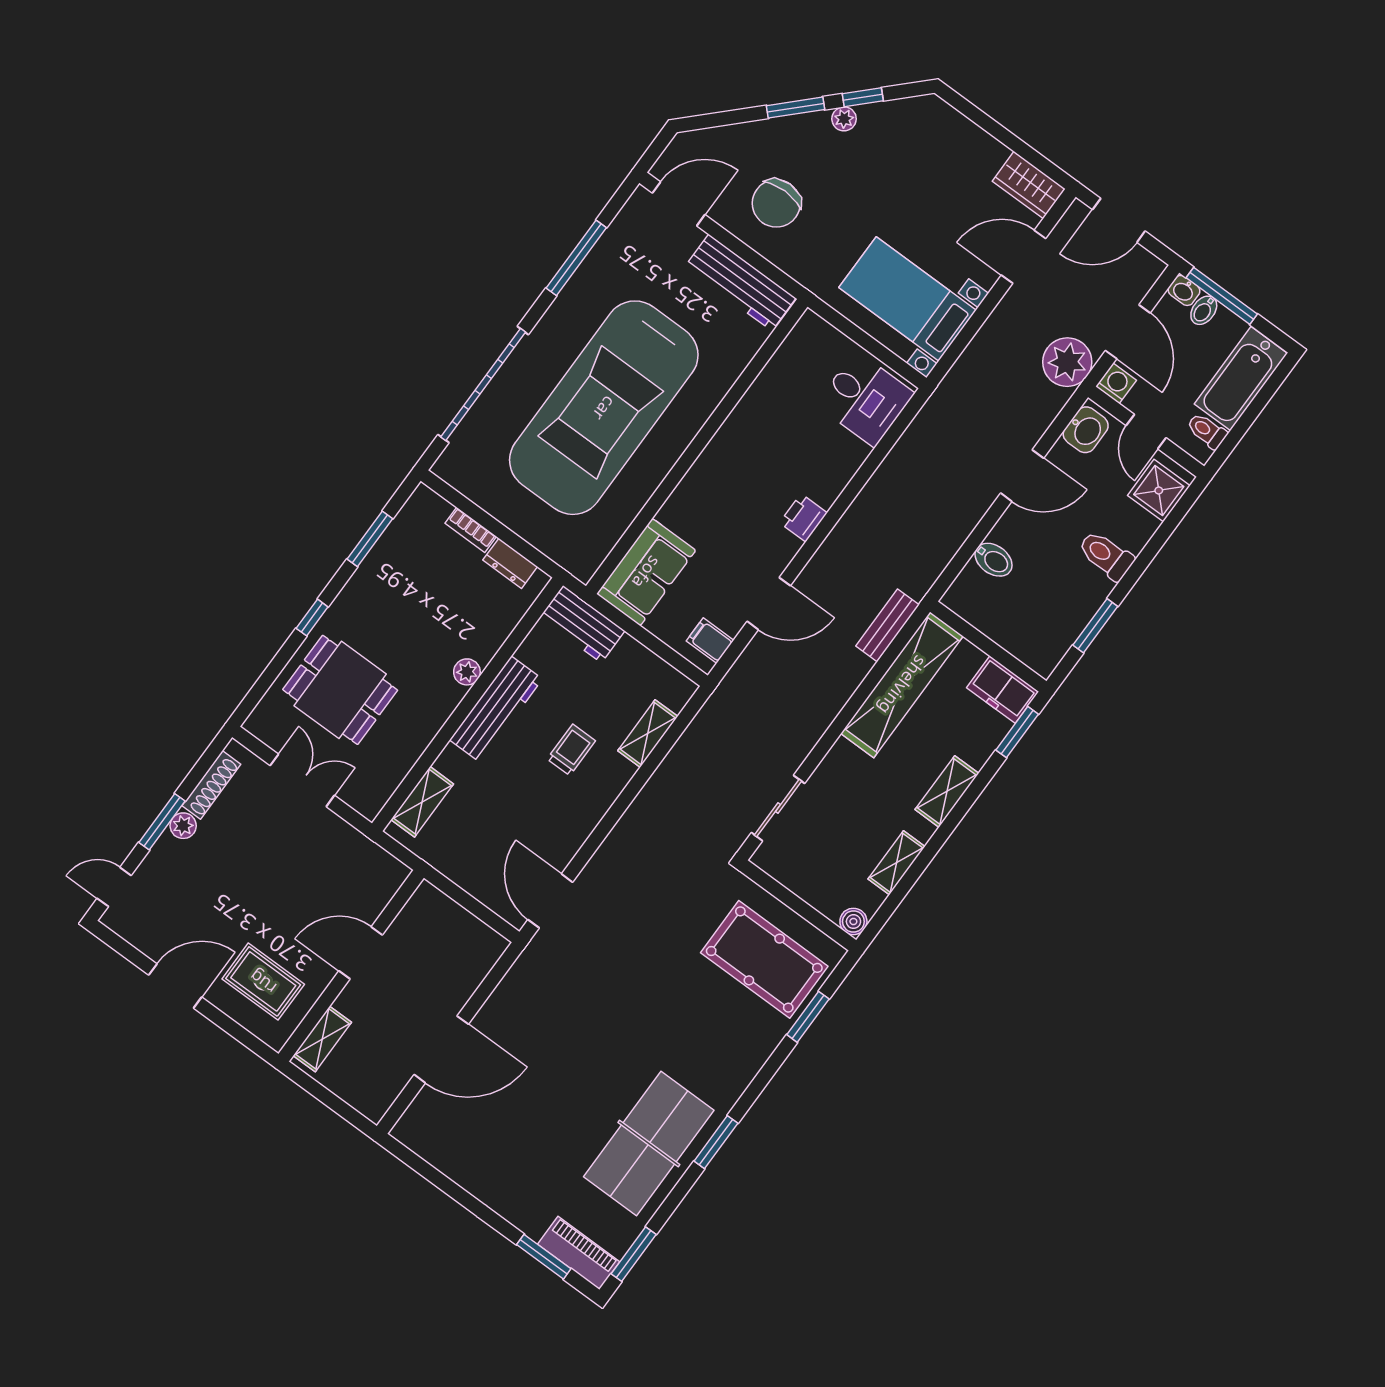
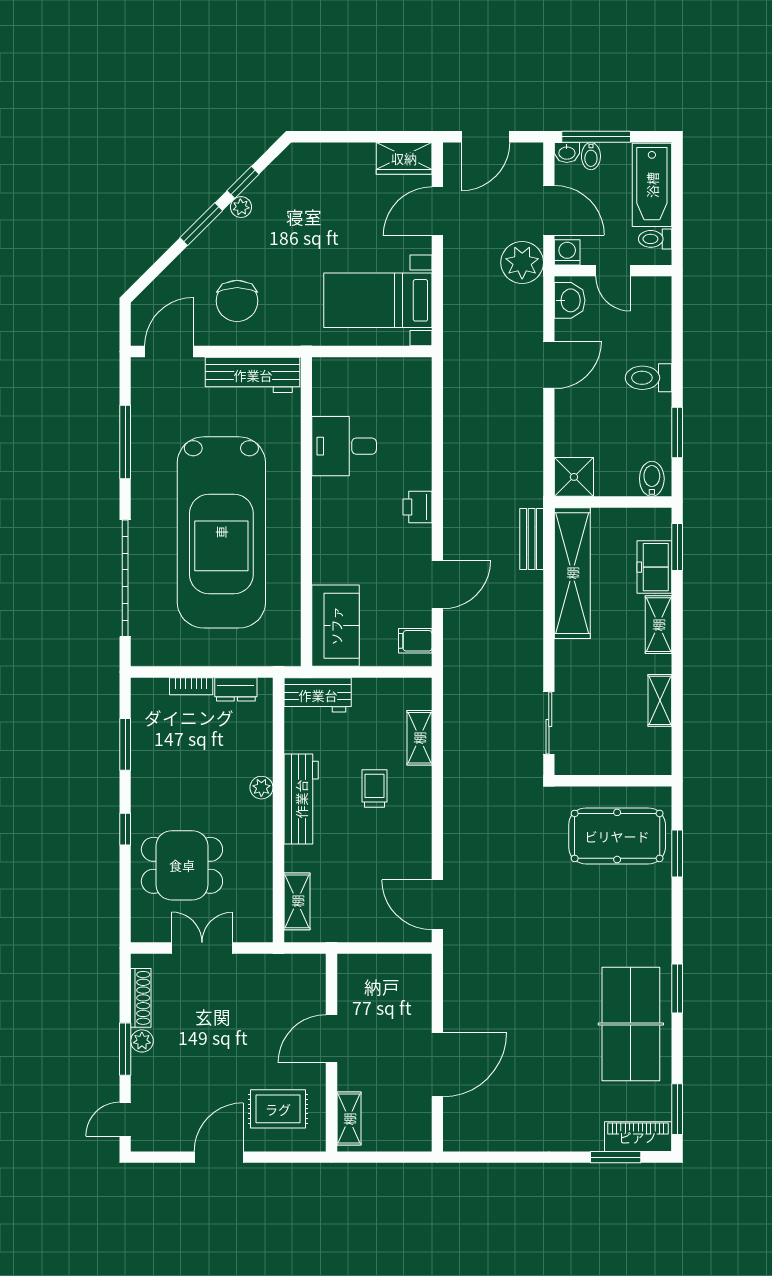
desk: (865, 399) -> (344, 446), moved, turned 180
shower: (1159, 491) -> (574, 477), moved
bidet: (994, 560) -> (652, 479), moved, turned -90
freezer: (1003, 690) -> (654, 567), moved, turned 90
boiler: (853, 921) -> (660, 764), removed

